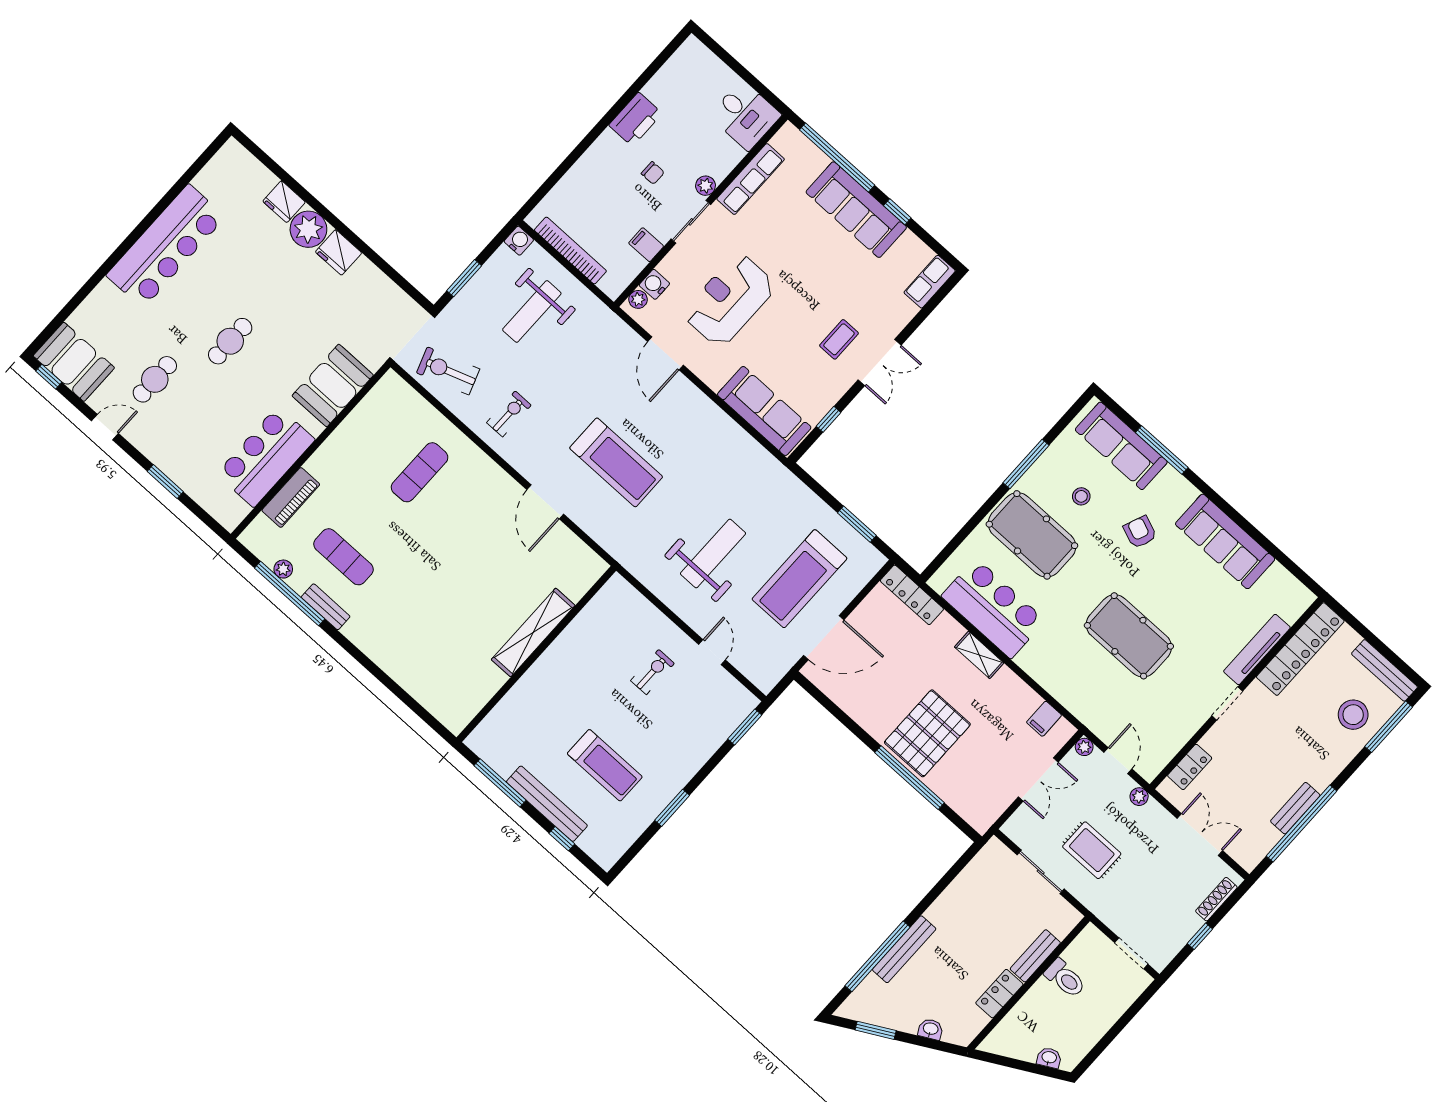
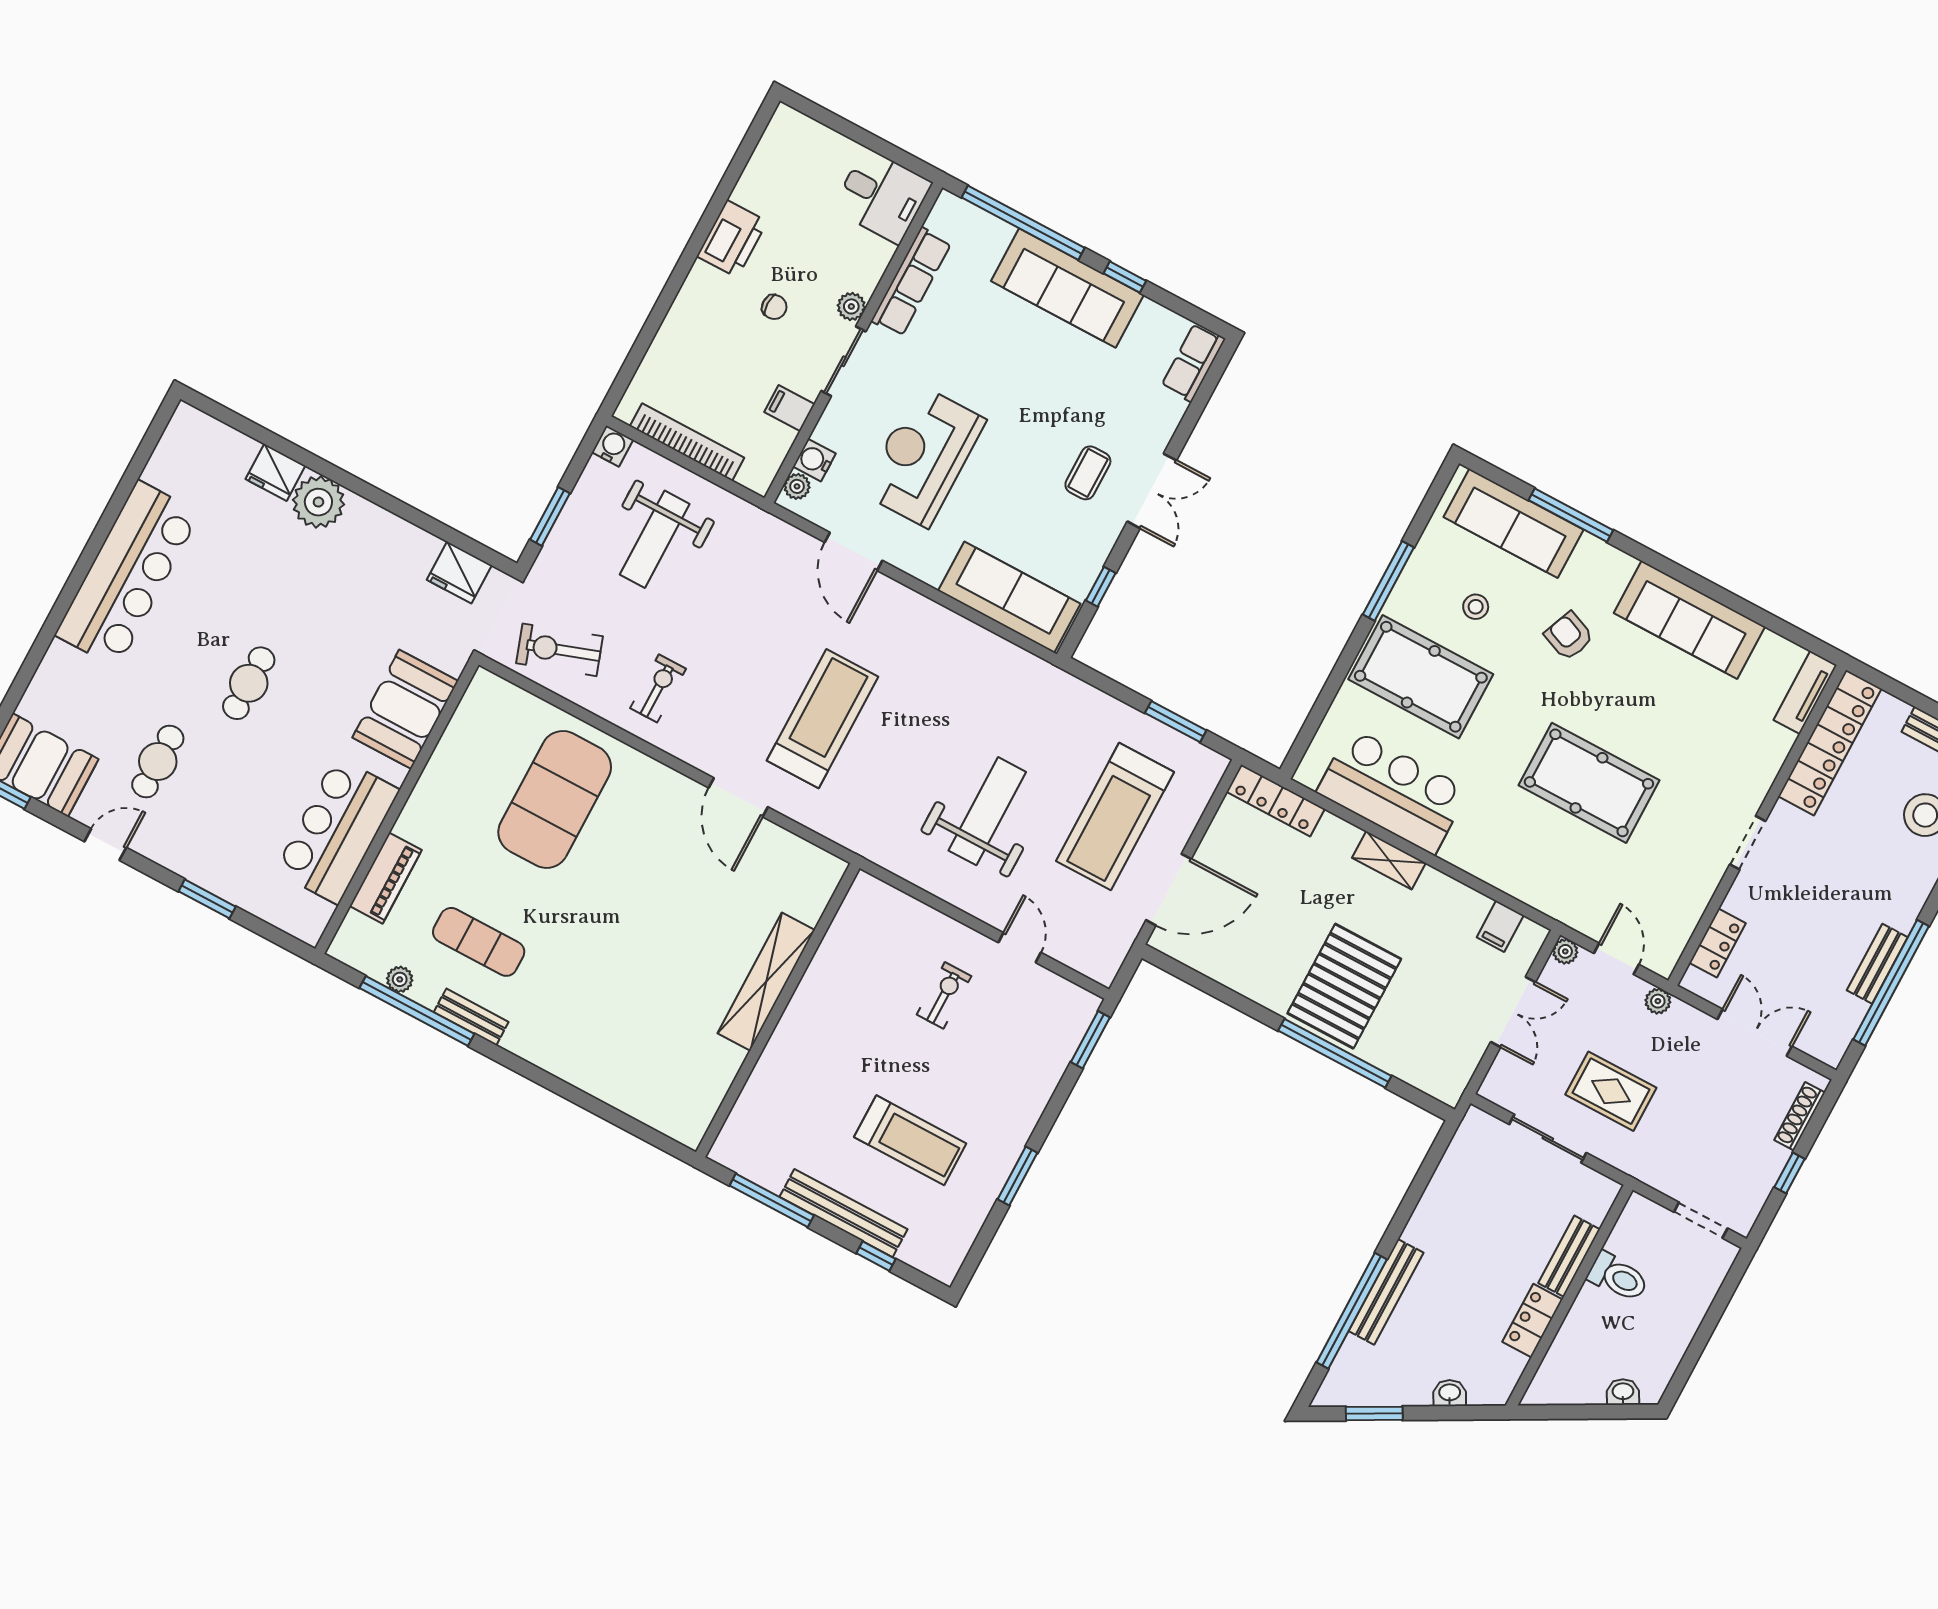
fridge: (339, 252) -> (459, 573), moved
treadmill: (616, 462) -> (823, 719), turned -90
exercise mat: (420, 472) -> (555, 799), width x2.00, depth x1.45
tv unit: (1257, 649) -> (1805, 692), moved, width x0.71

